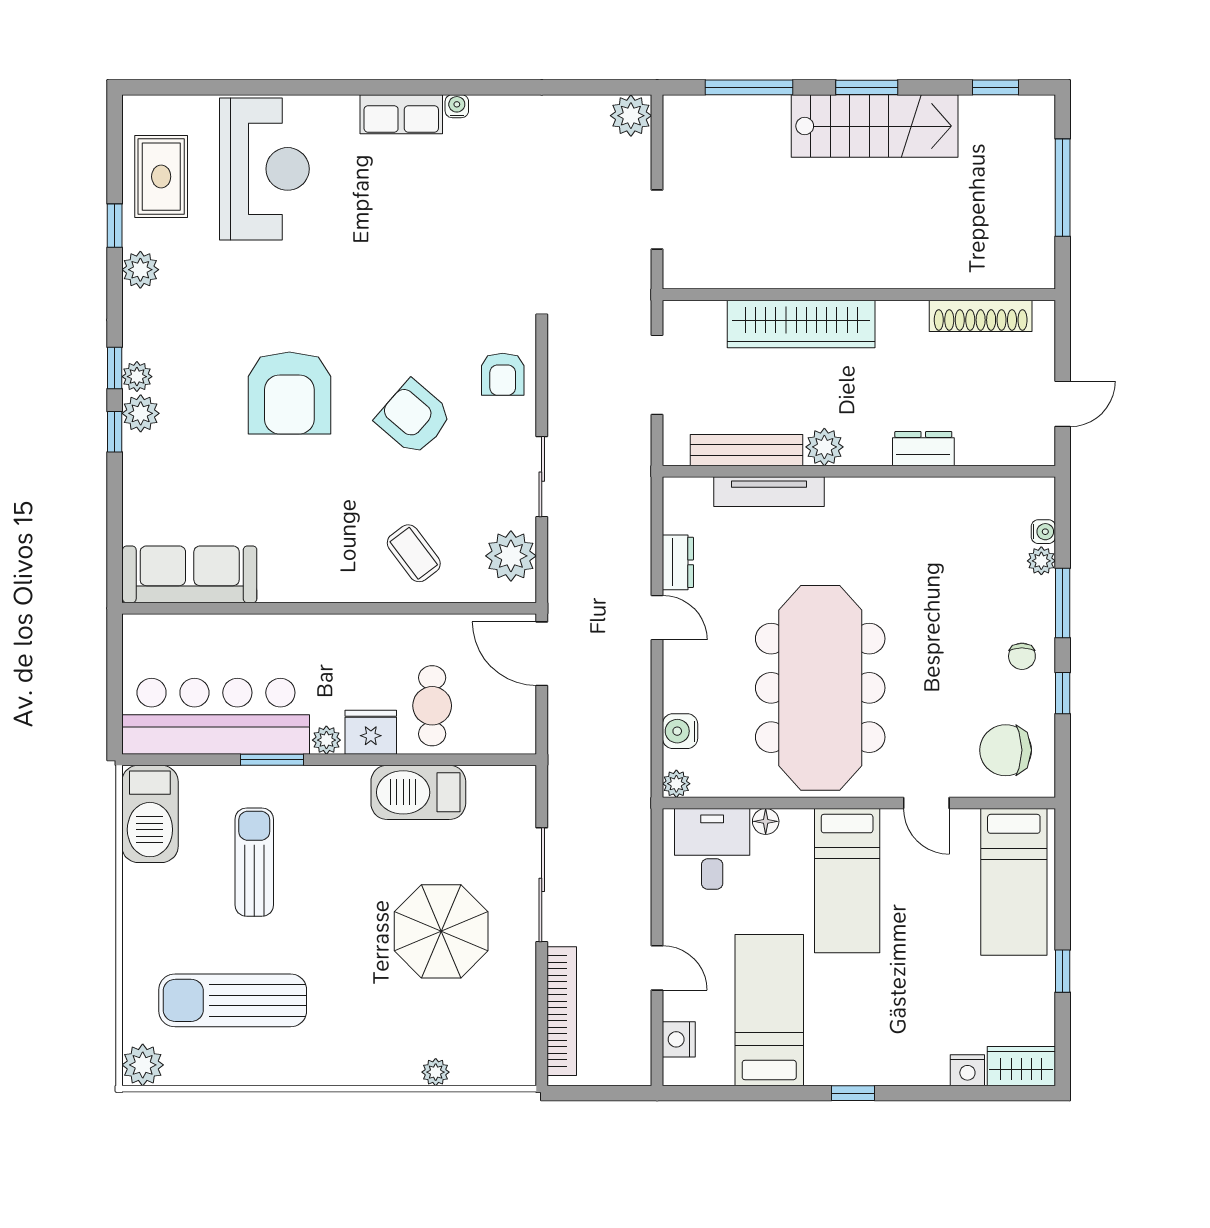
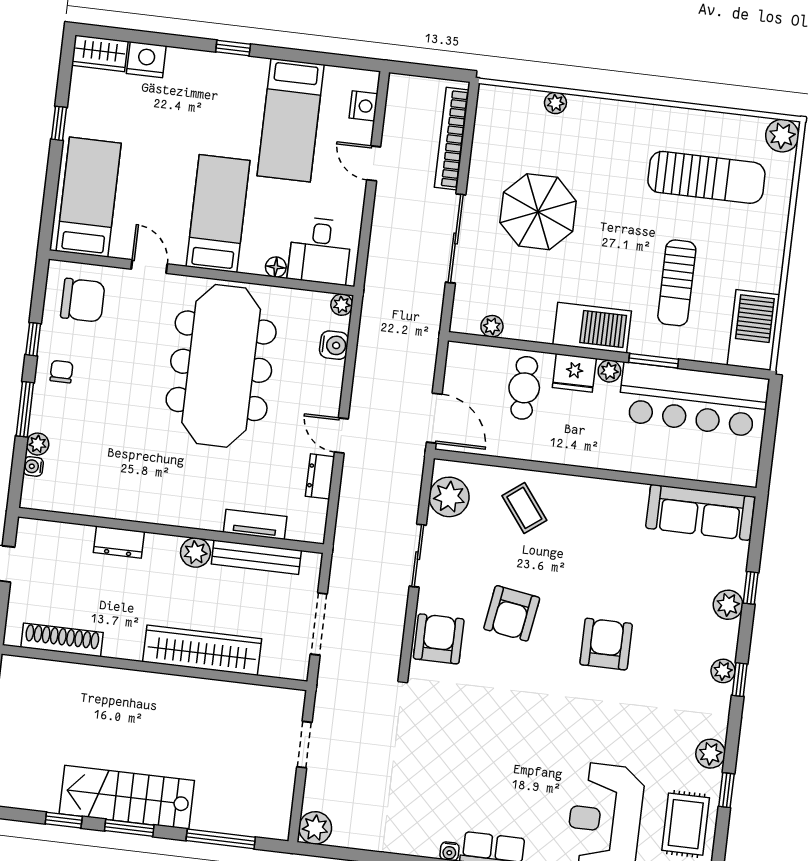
window: (996, 87) -> (64, 820), moved
armchair: (503, 374) -> (439, 639), width x1.38, depth x1.38
armchair: (289, 393) -> (606, 644), width x0.73, depth x0.73
plant: (141, 413) -> (728, 605), moved
armchair: (414, 418) -> (512, 613), turned 58
window: (115, 432) -> (751, 588), moved
tv unit: (769, 492) -> (255, 524), width x0.71
plant: (482, 779) -> (492, 326), added
barbecue: (418, 792) -> (592, 328), moved
nightstand: (967, 1070) -> (146, 60), width x1.36, depth x1.33

